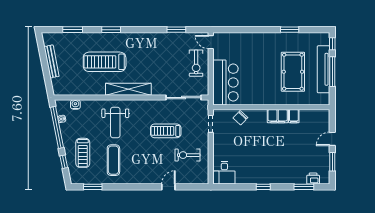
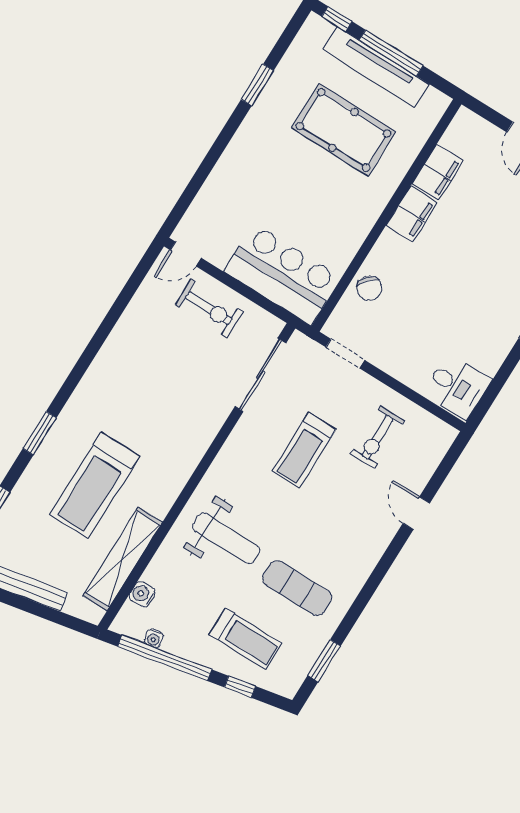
window: (176, 30) -> (119, 306), removed
shelving: (128, 89) -> (123, 559), moved
filing cabinet: (294, 116) -> (438, 172), width x2.00

